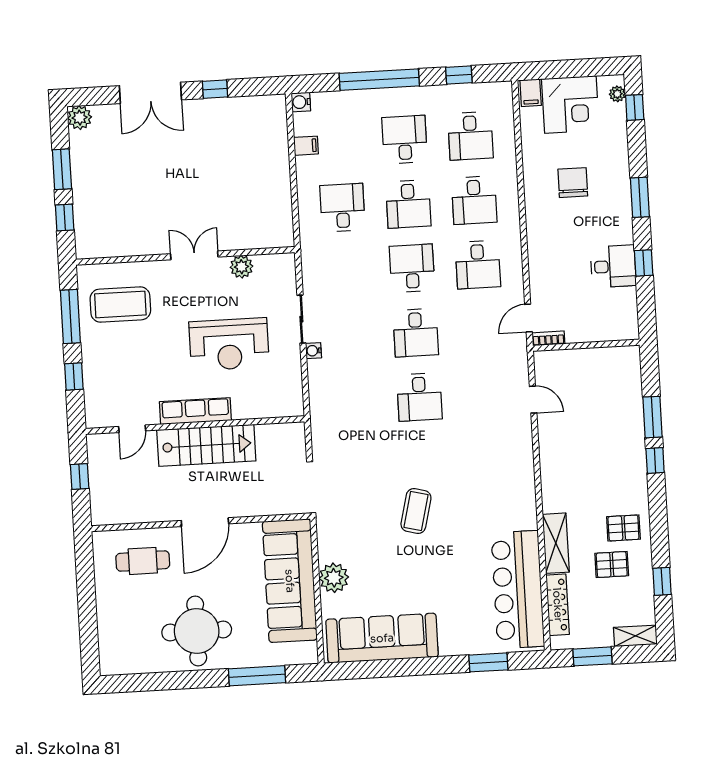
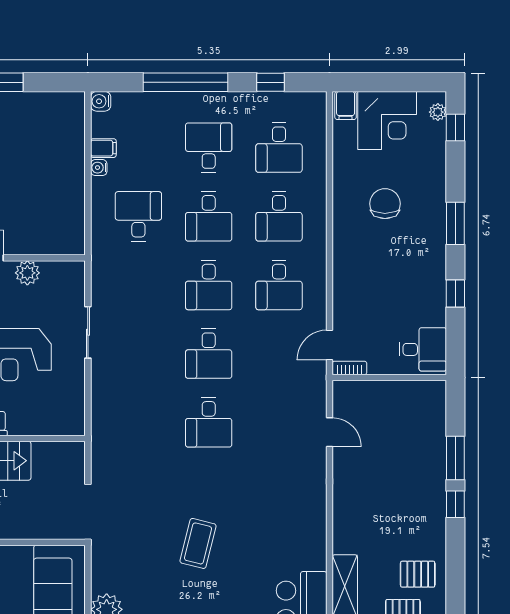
desk: (613, 266) -> (423, 349), moved
desk: (412, 268) -> (209, 285), turned 180
water cooler: (313, 351) -> (99, 168), moved

